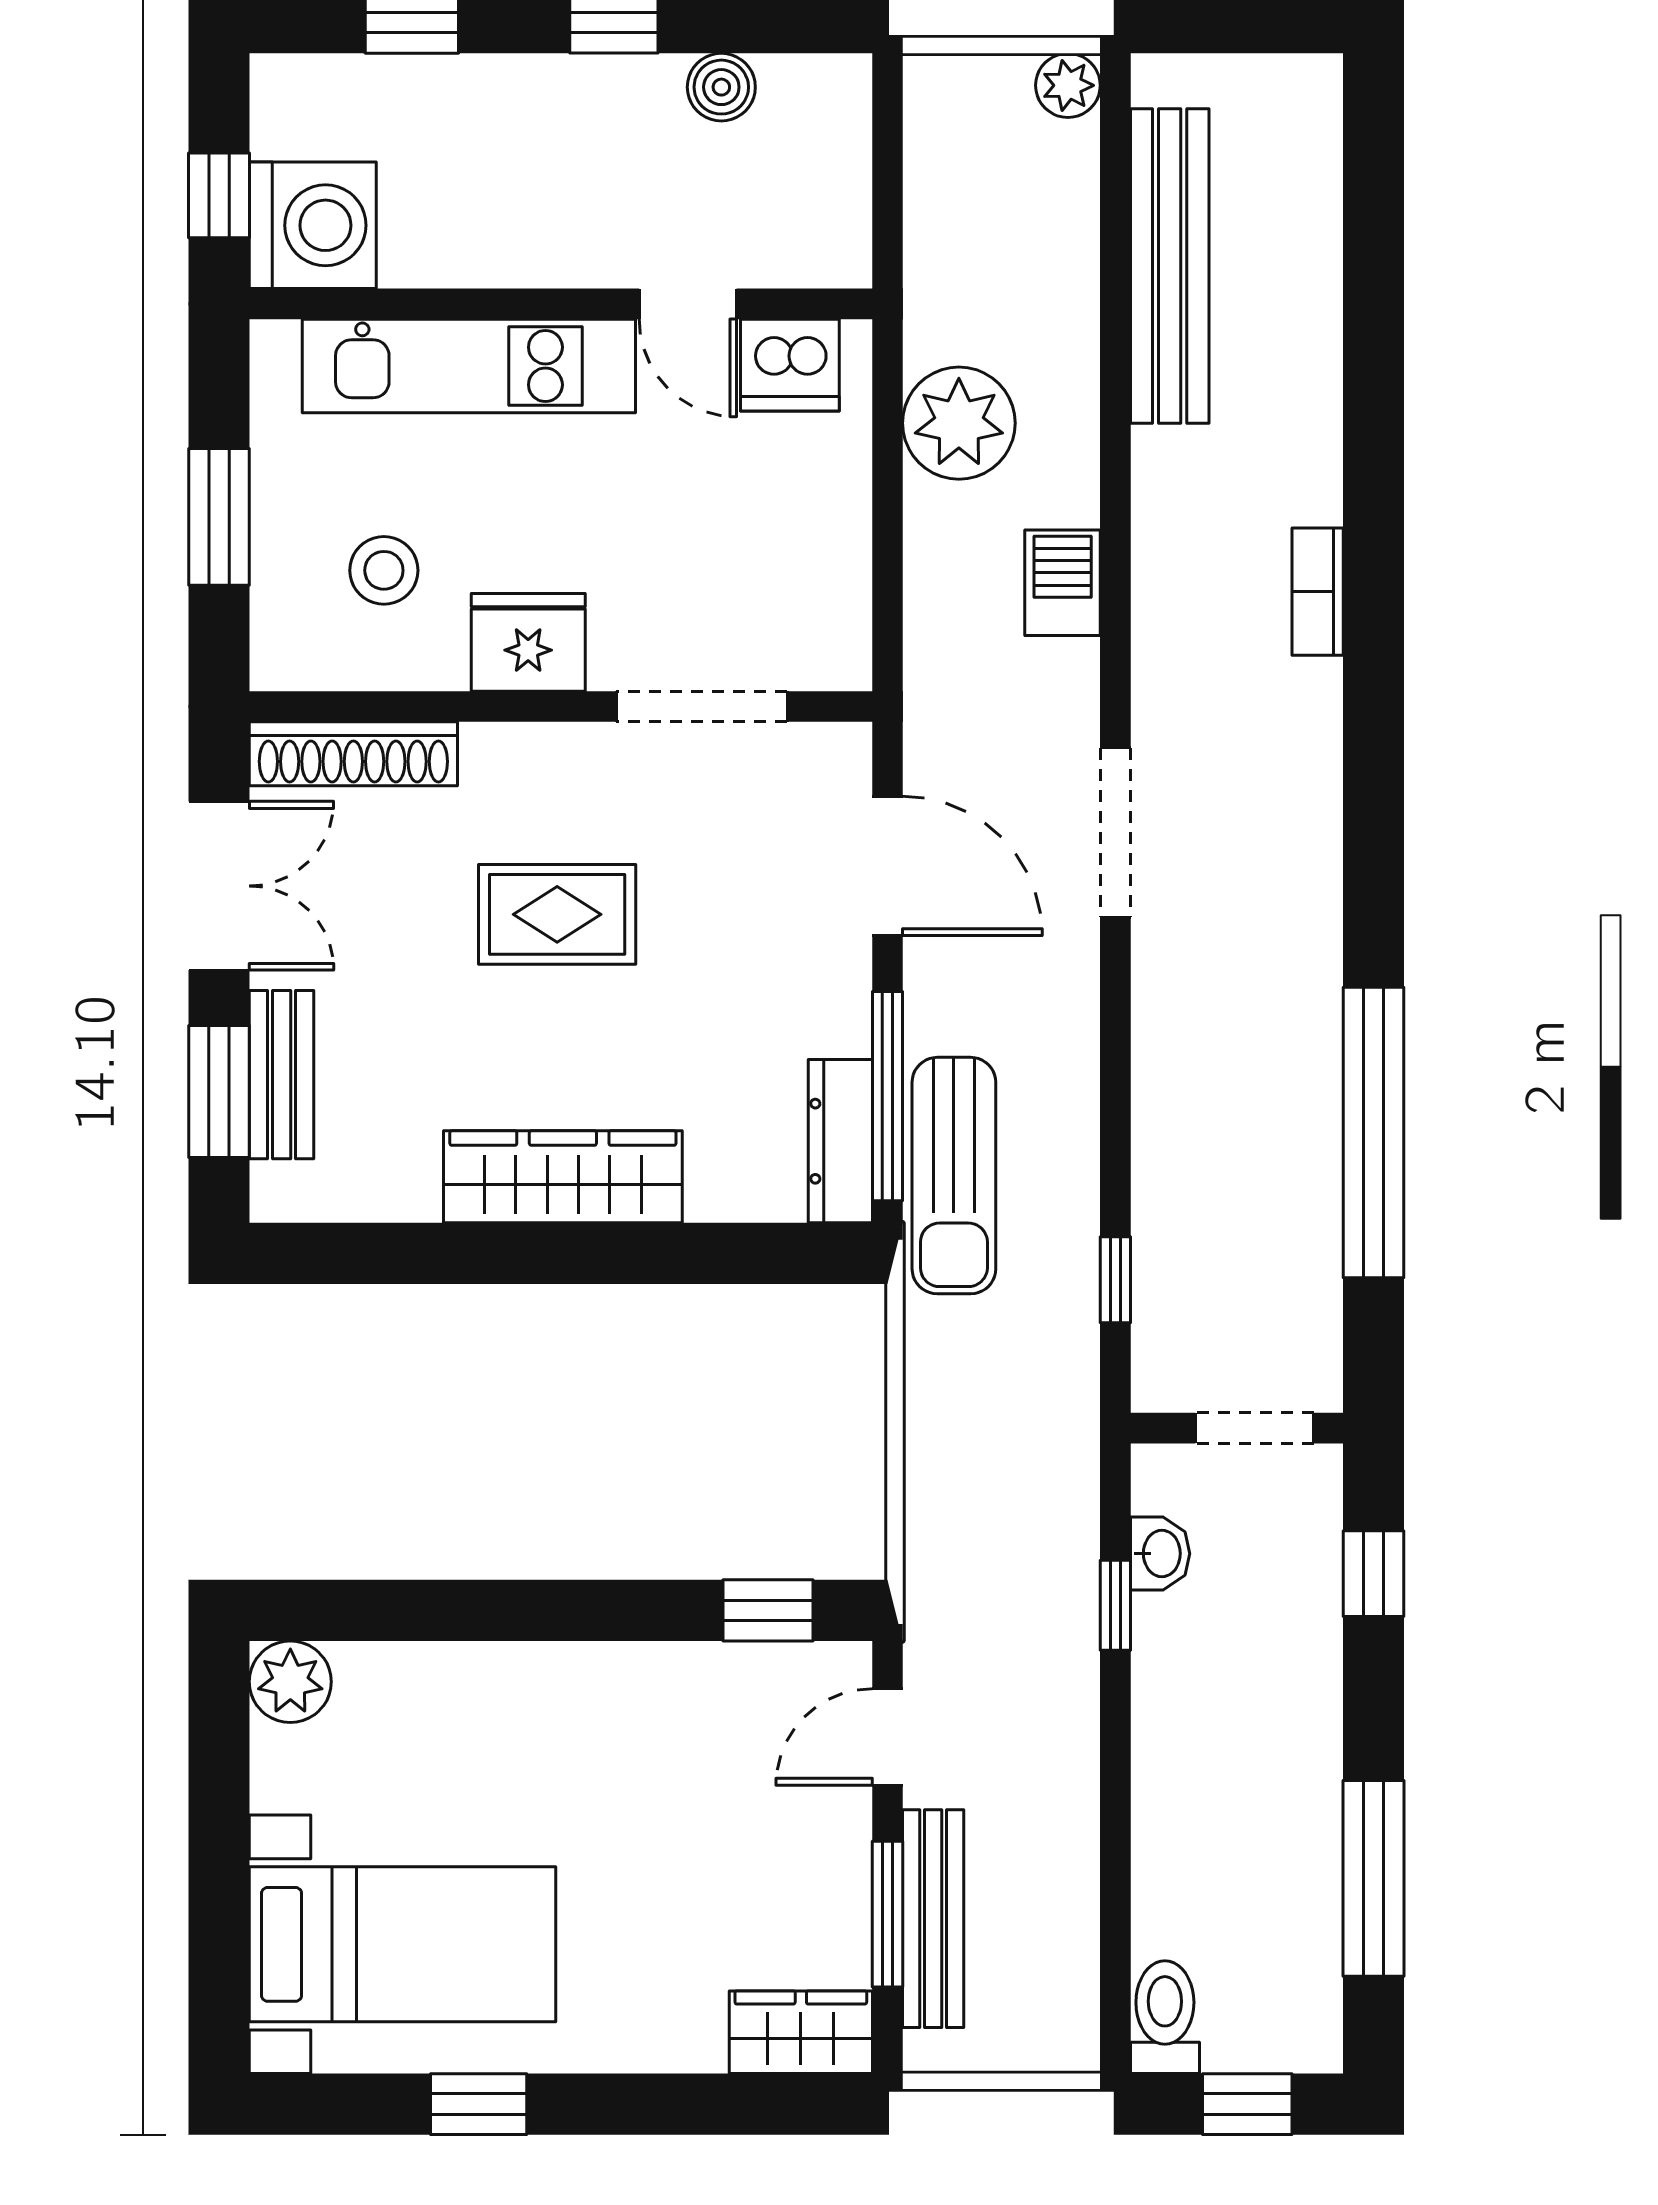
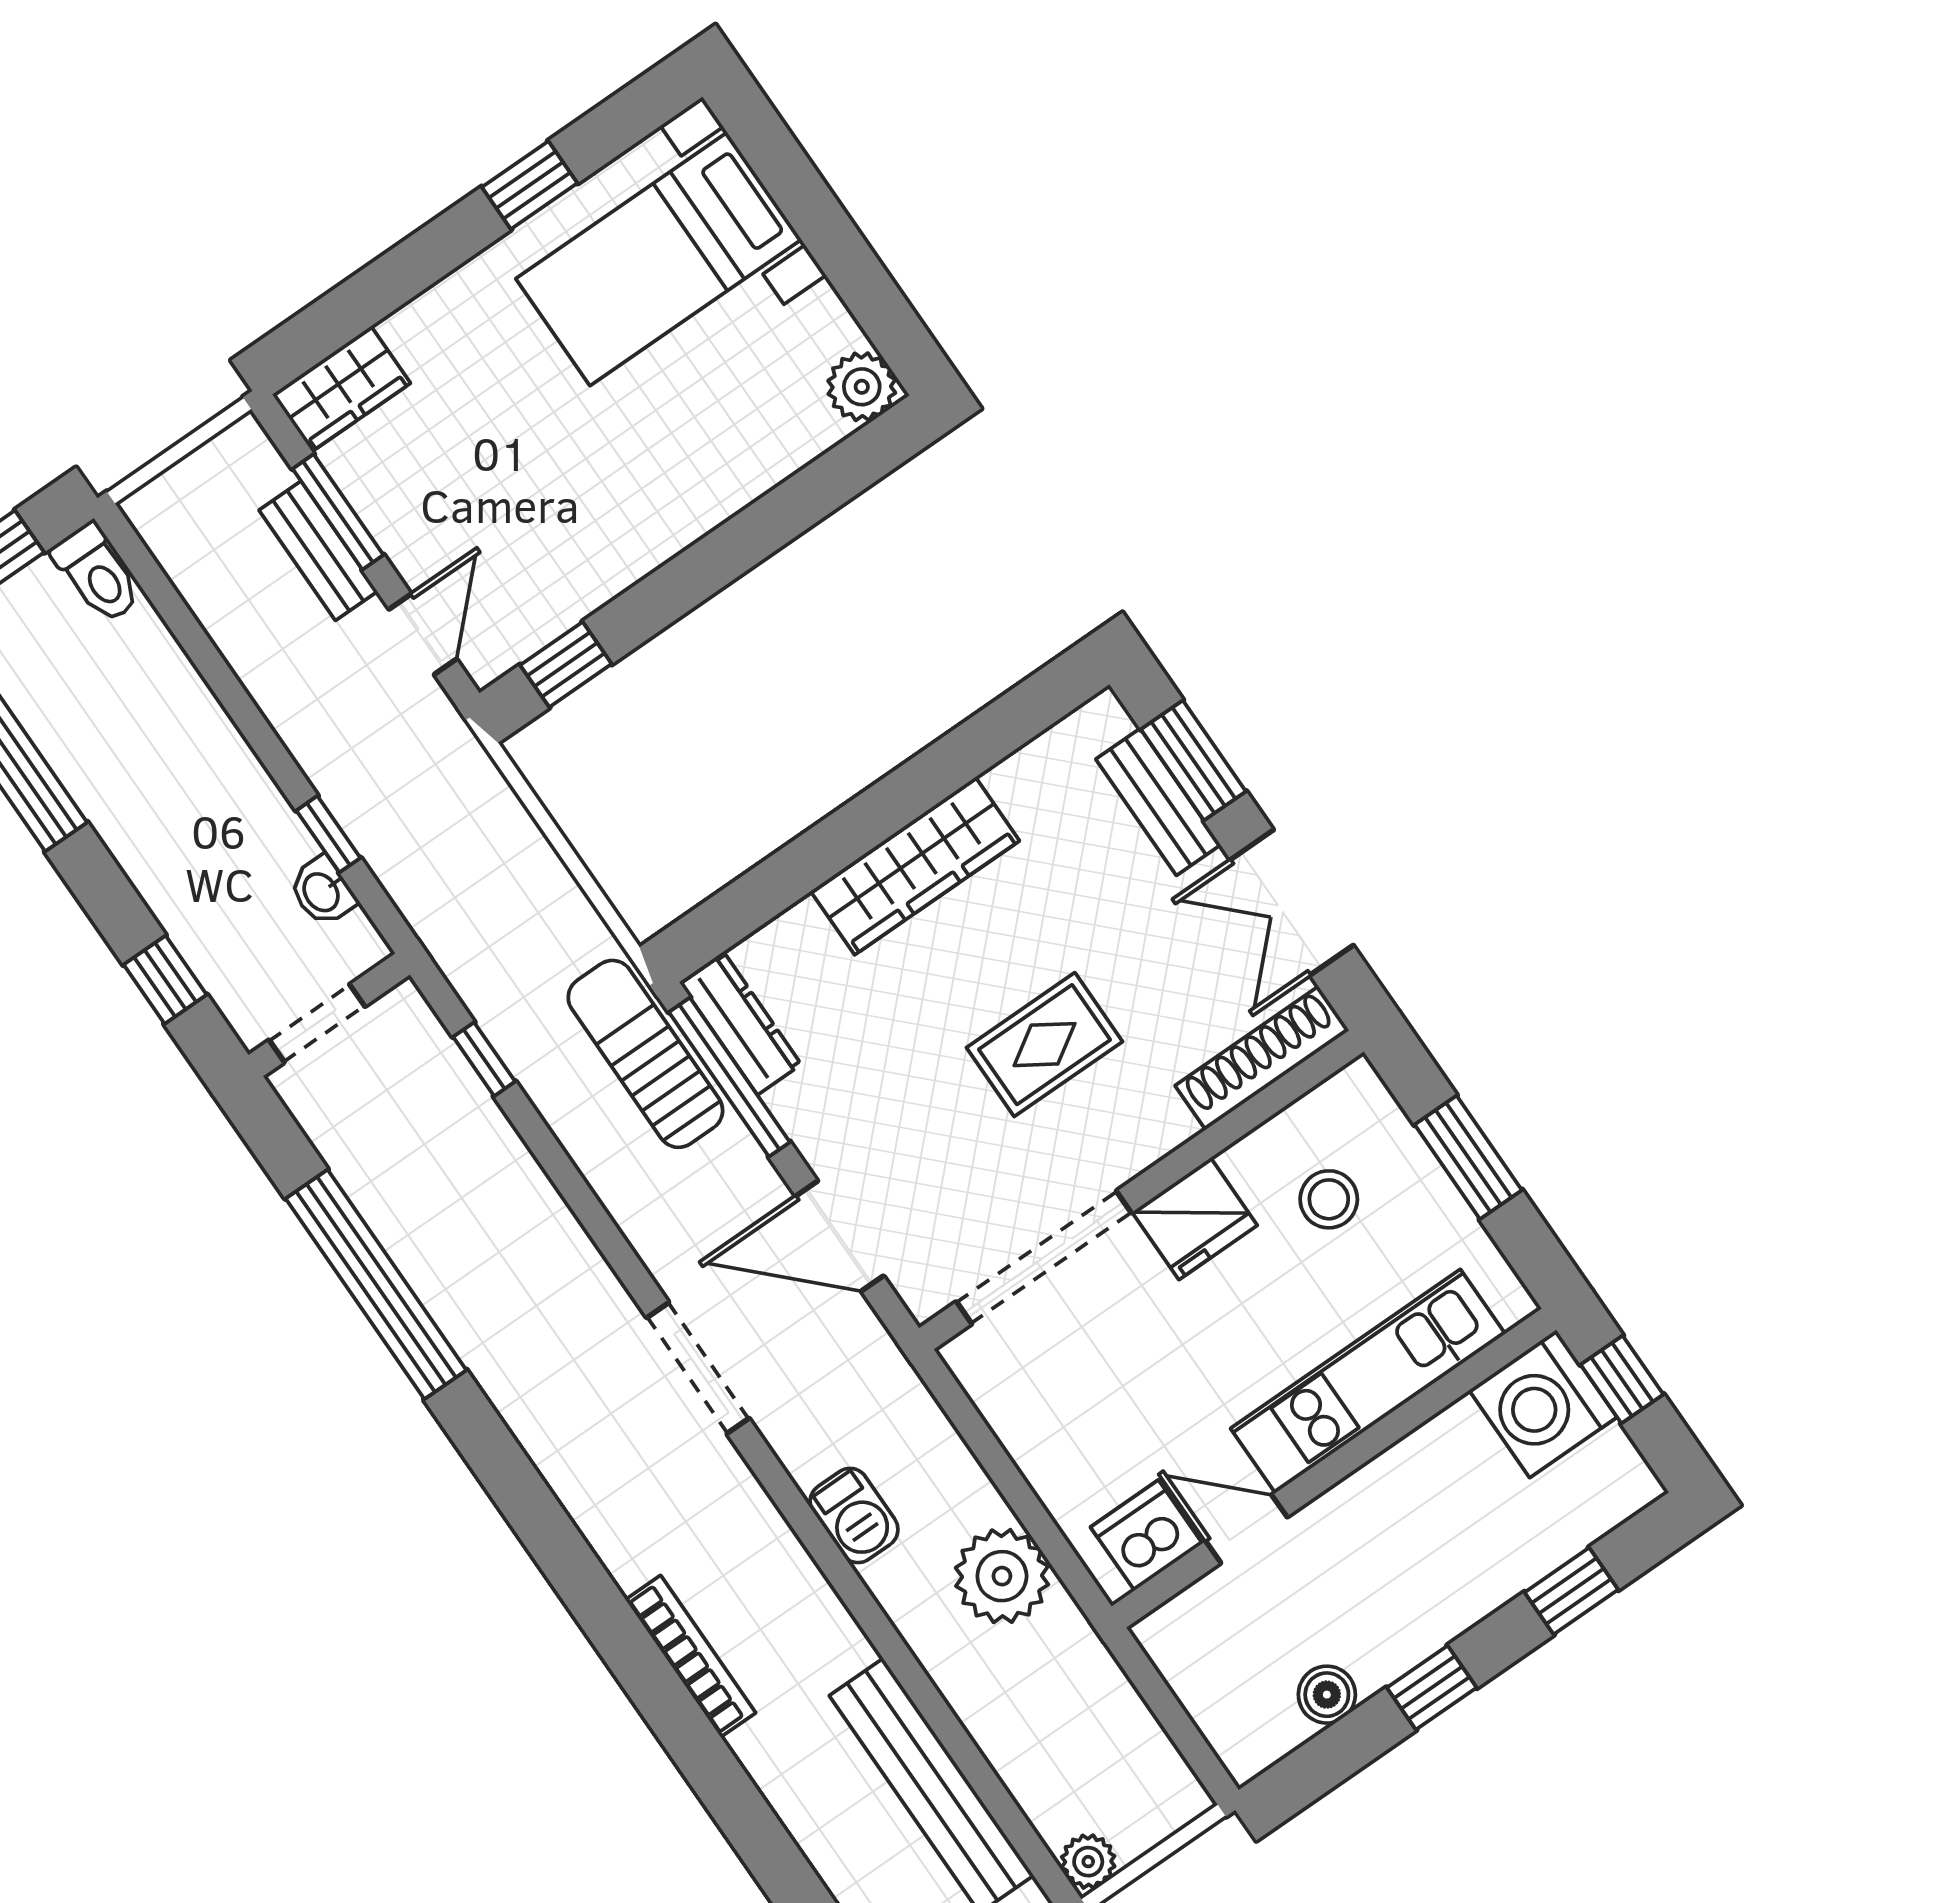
bookcase: (1318, 592) -> (691, 1656), width x1.56
doorway: (702, 706) -> (1044, 1257), width x1.36
bench: (933, 1919) -> (318, 551), width x0.73

